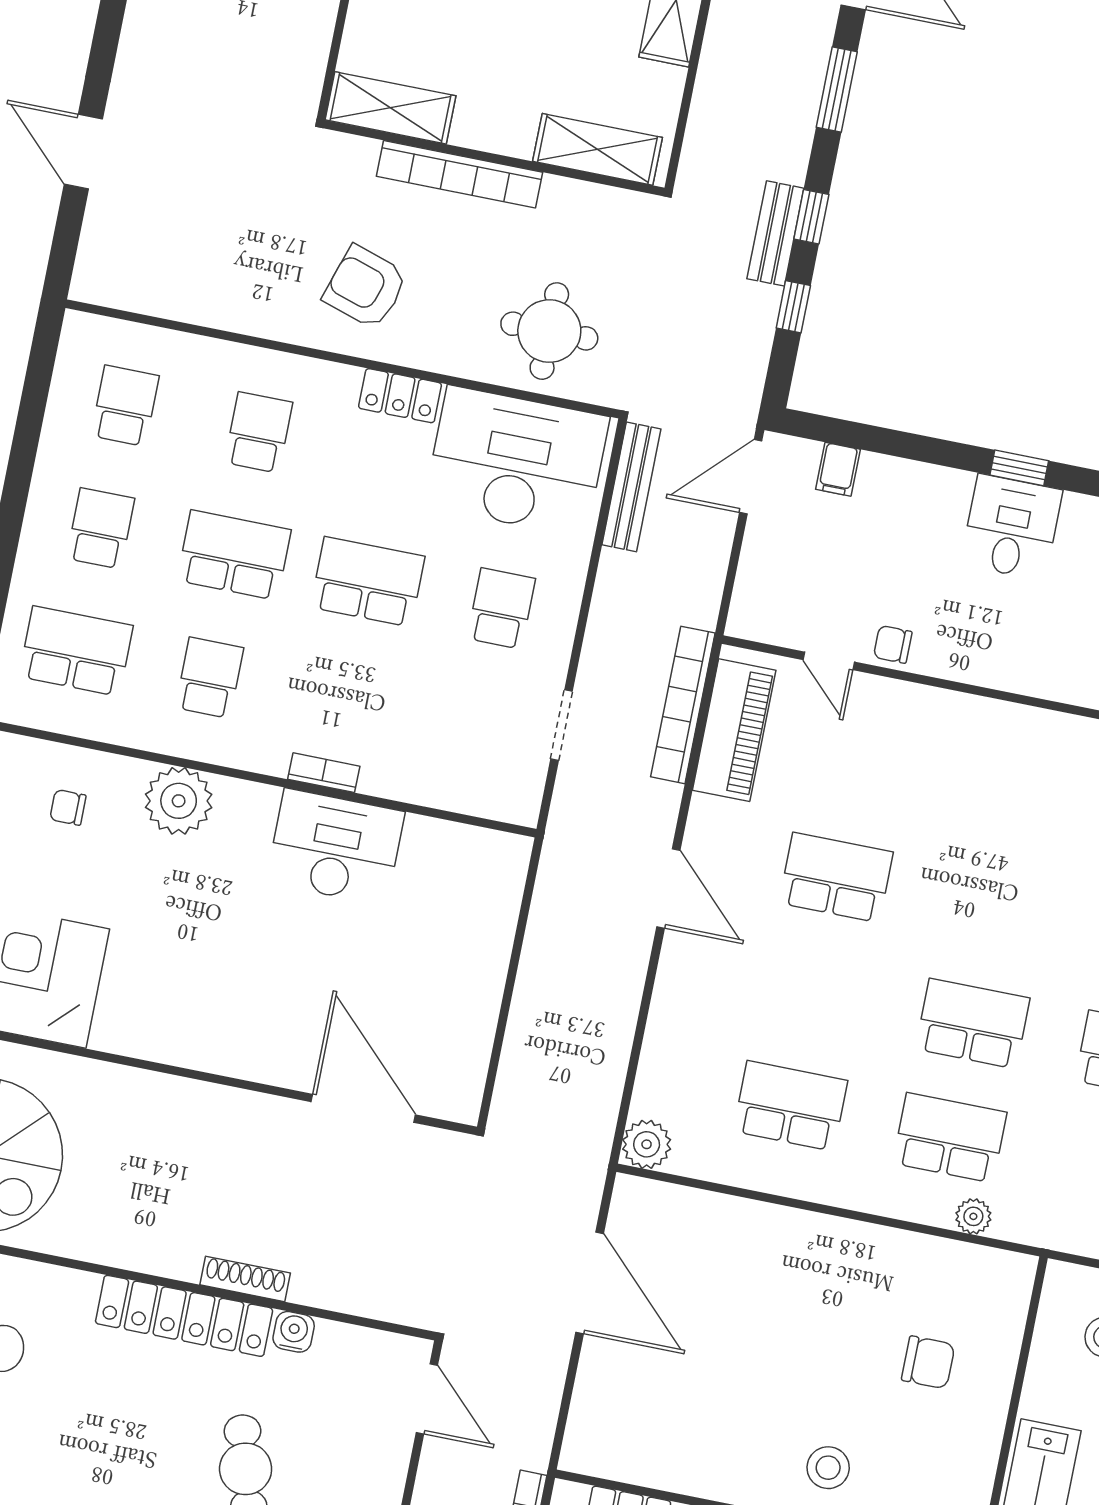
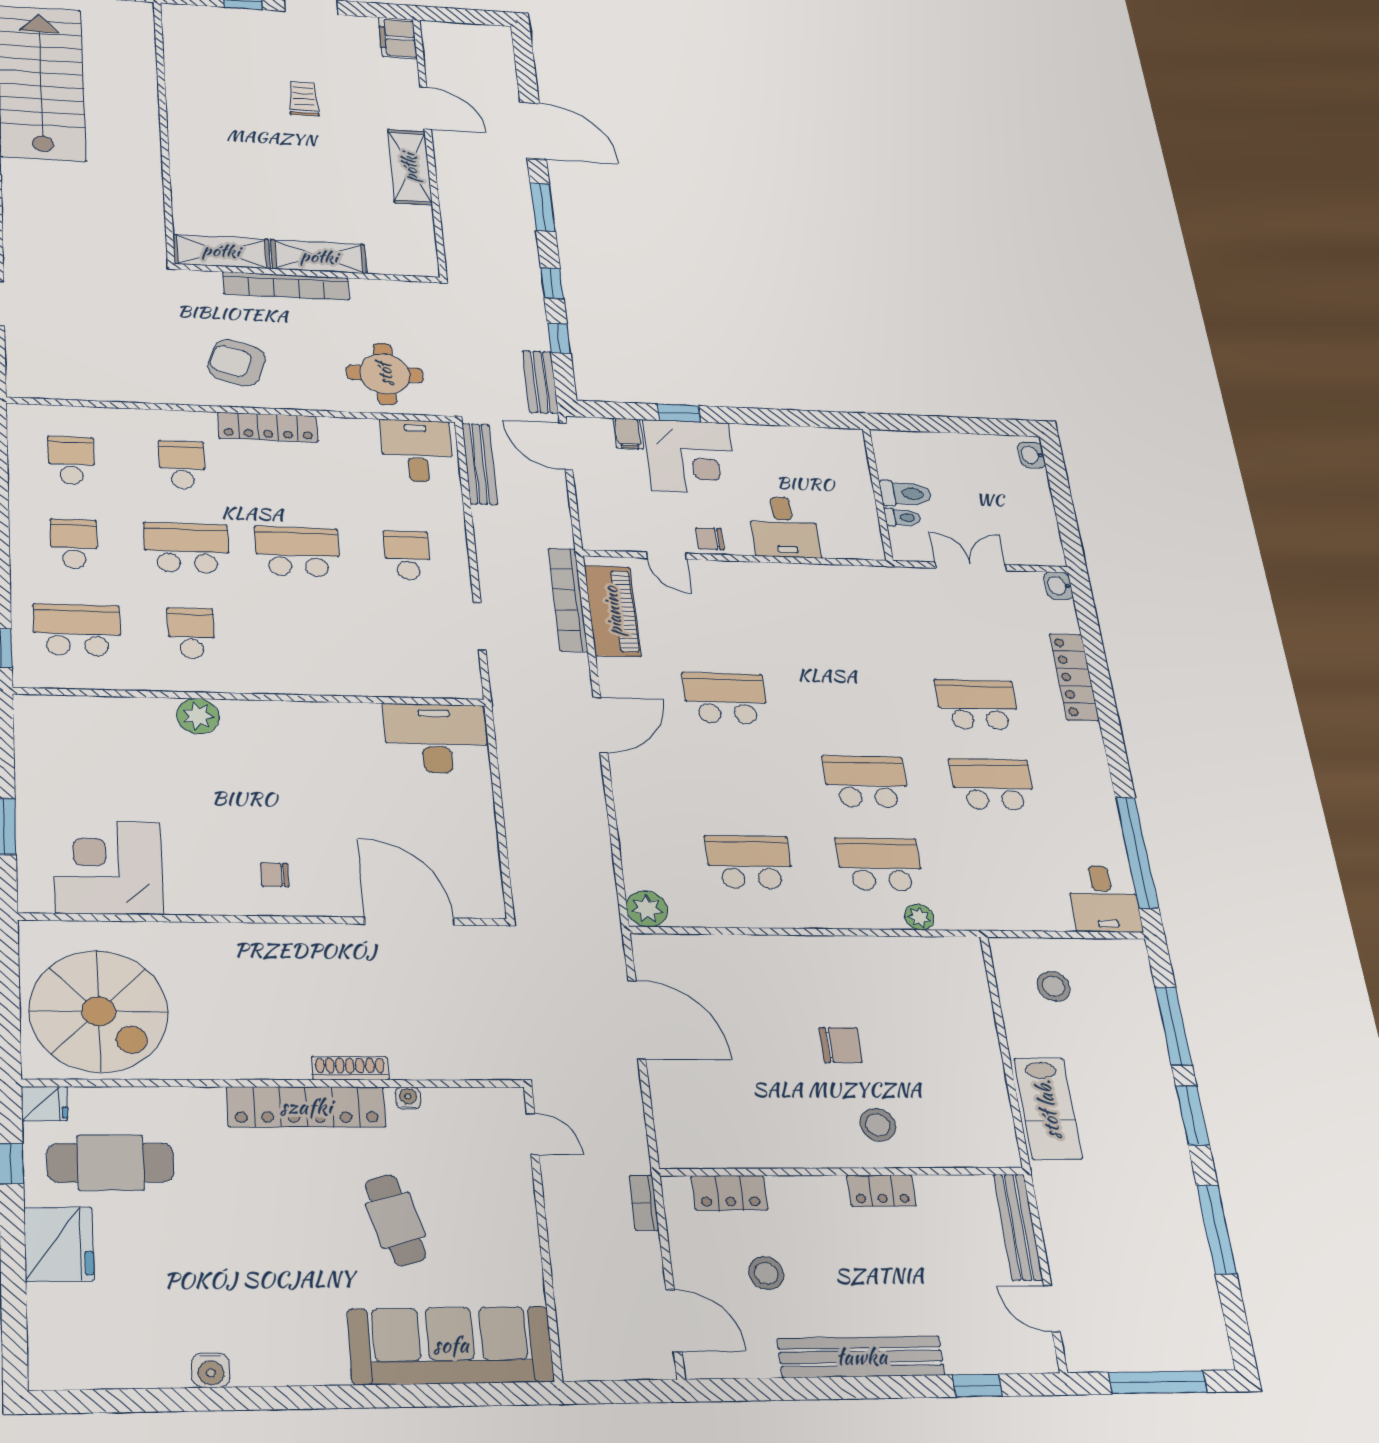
shelving: (598, 149) -> (319, 257), moved
bench: (775, 233) -> (540, 382), moved
locker: (400, 396) -> (268, 427), width x1.53
desk: (517, 461) -> (417, 451), width x0.53, depth x0.77
window: (1019, 468) -> (679, 413), moved
door: (751, 477) -> (566, 446), hinge flipped
corner desk: (908, 516) -> (690, 457), added
desk: (1011, 527) -> (784, 527), moved, turned 180
bookcase: (324, 773) -> (303, 686), removed
plant: (179, 801) -> (198, 716), width x0.73, depth x0.73
chair: (68, 807) -> (275, 875), moved
desk: (335, 847) -> (436, 738), moved
door: (668, 888) -> (600, 725), hinge flipped
water cooler: (294, 1332) -> (408, 1098), width x0.72, depth x0.72
chair: (928, 1362) -> (841, 1045), moved
door: (427, 1399) -> (533, 1134), width x0.73

